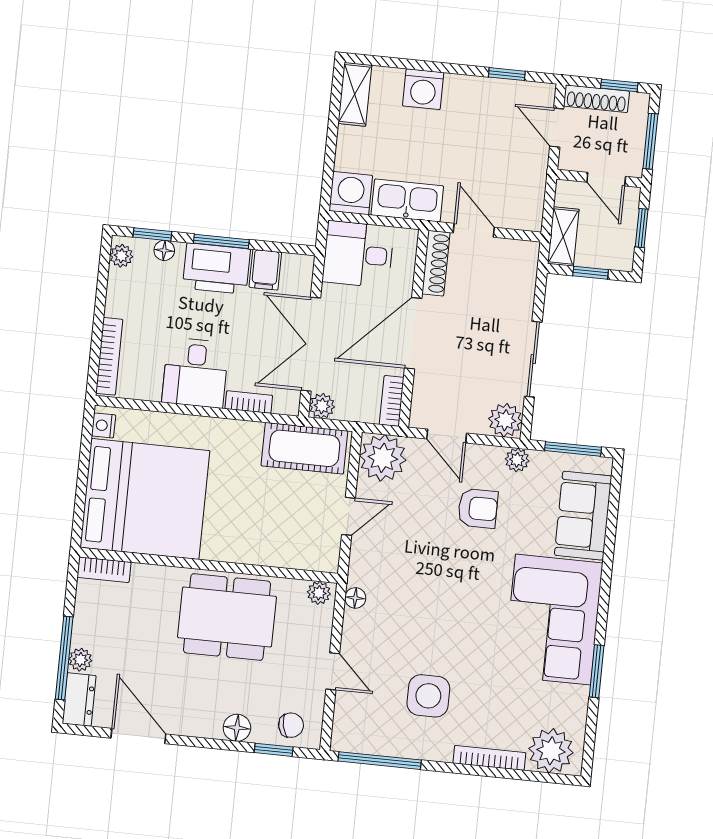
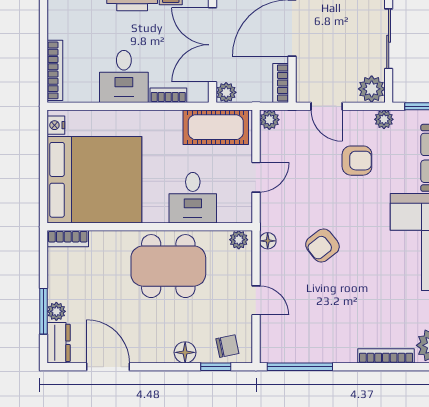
plant: (383, 458) -> (269, 120), width x0.53, depth x0.53
desk: (266, 534) -> (193, 198), added
armchair: (424, 611) -> (322, 245), added
window: (64, 658) -> (44, 311), width x0.69
side table: (428, 696) -> (333, 312), removed

